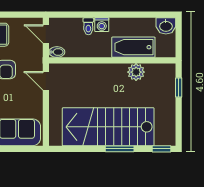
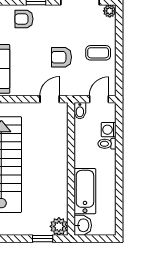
washing machine: (102, 25) -> (109, 130), moved
washbasin: (166, 26) -> (83, 225), moved, turned 180
plant: (136, 72) -> (59, 226), moved

